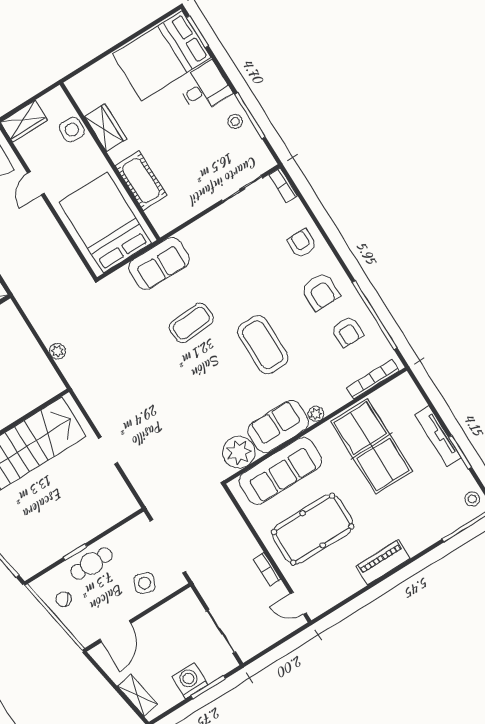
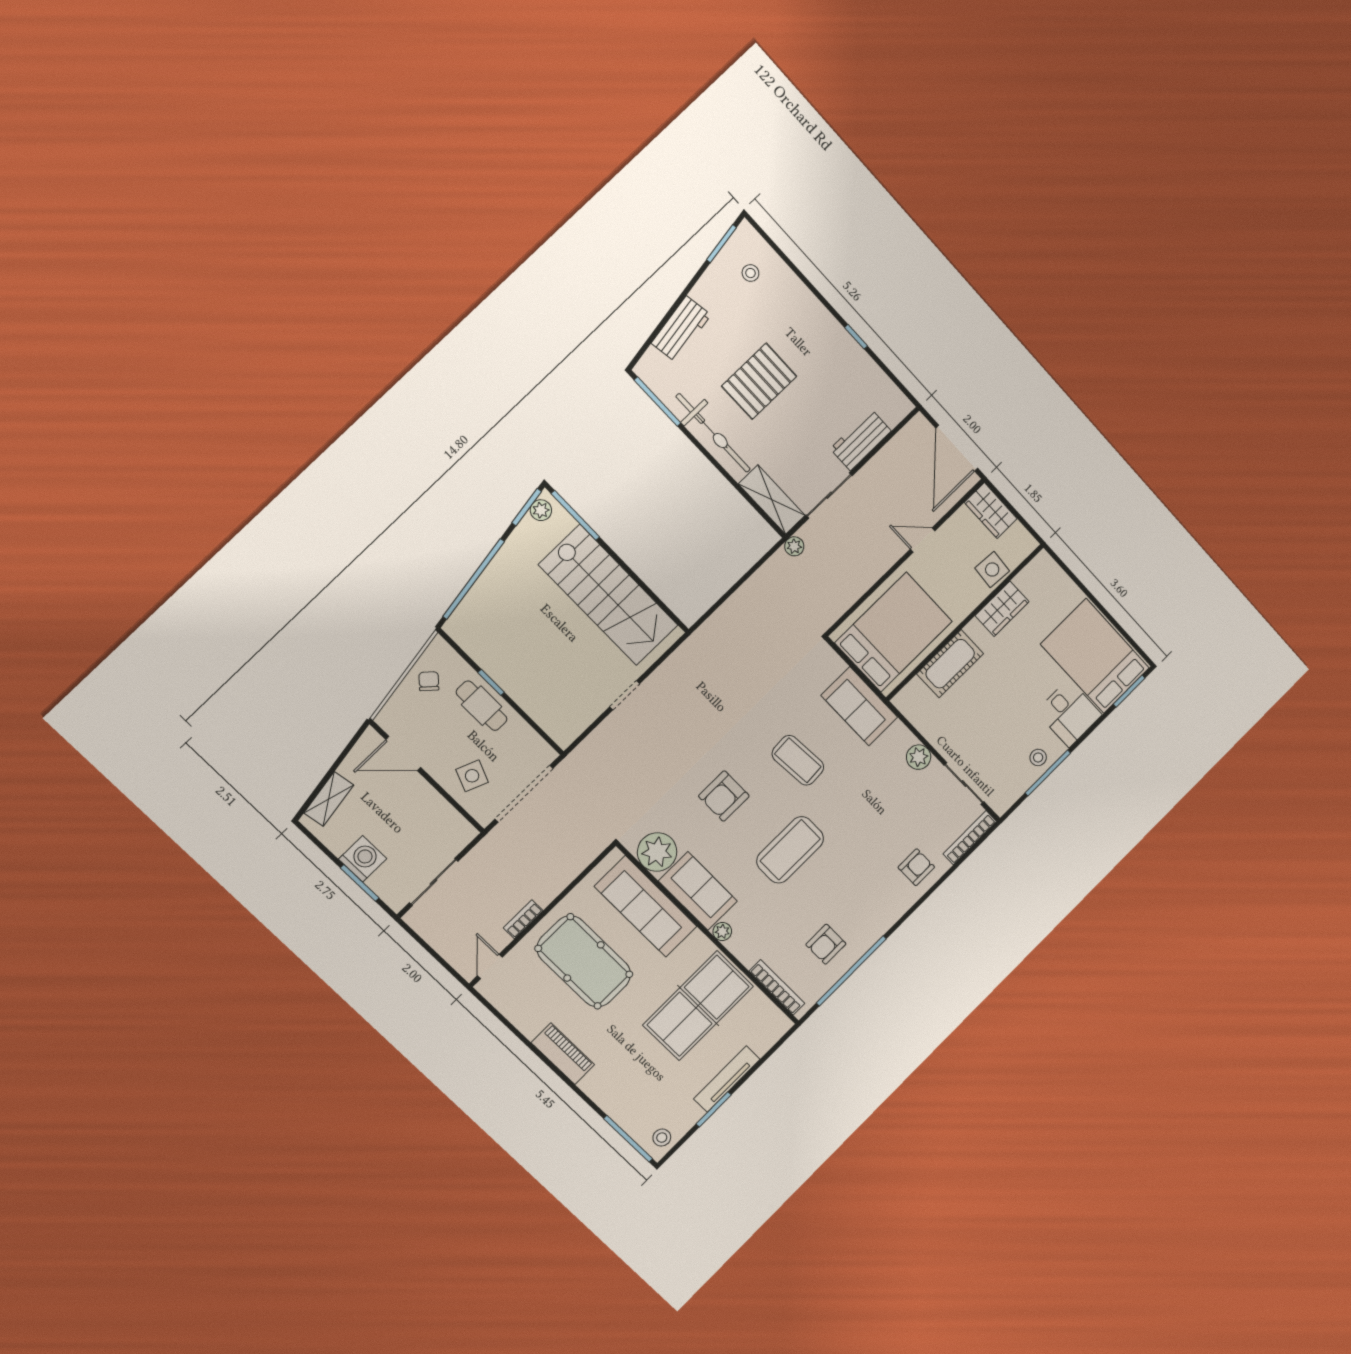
bookcase: (283, 185) -> (970, 838), width x1.56
plant: (212, 223) -> (919, 757), added
armchair: (320, 291) -> (724, 796), moved
plant: (58, 351) -> (794, 546), moved

